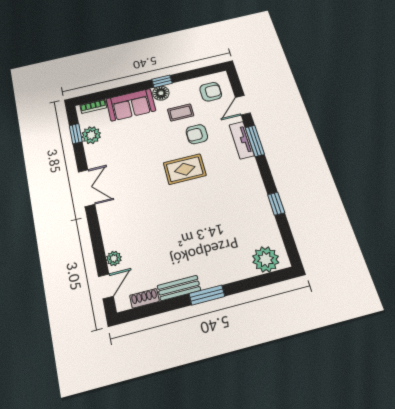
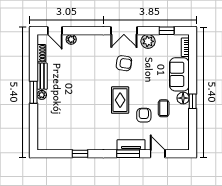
armchair: (211, 92) -> (124, 63), moved, turned -82
plant: (91, 135) -> (148, 41), moved
plant: (266, 259) -> (42, 95), moved, width x0.53, depth x0.53

